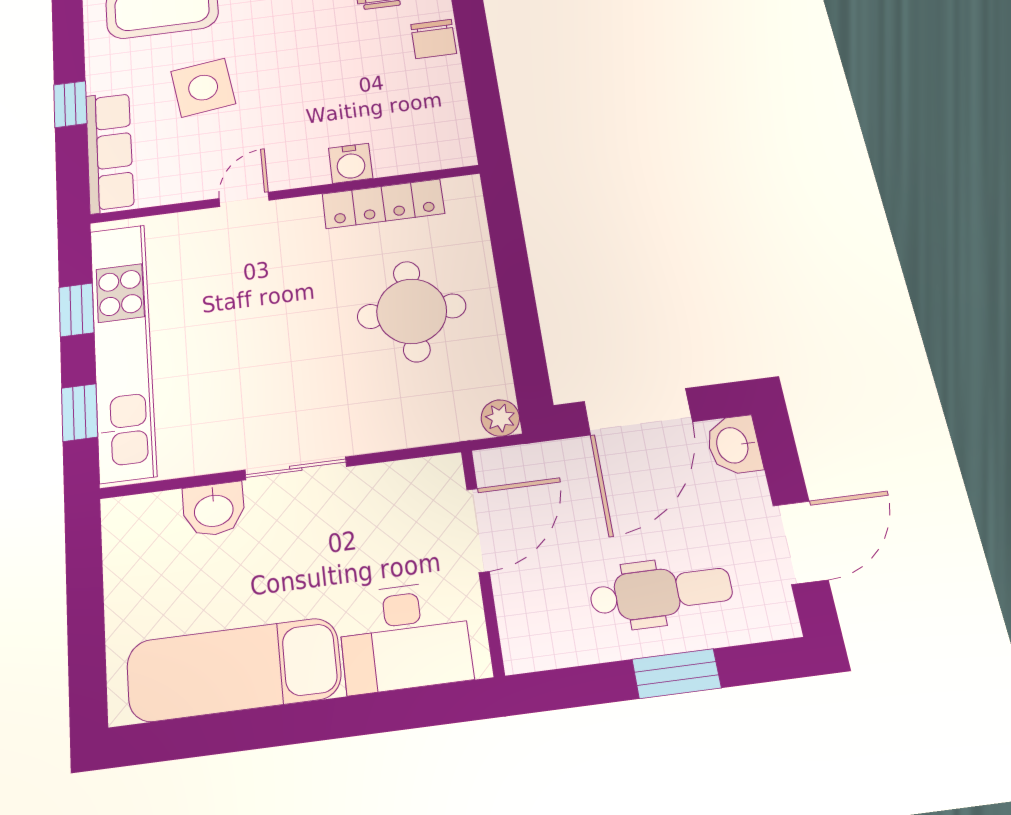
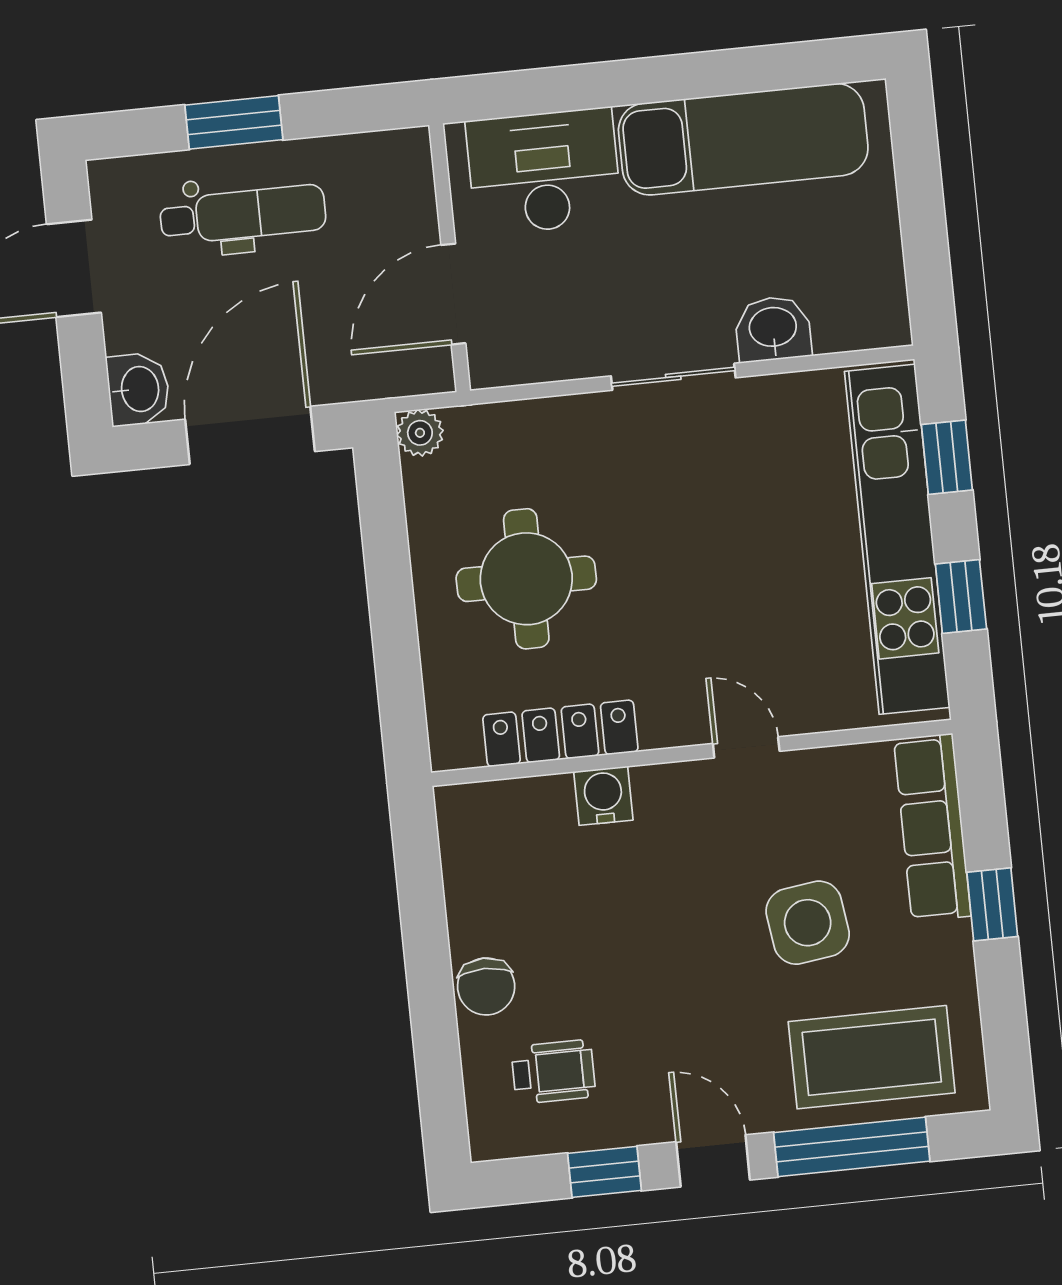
chair: (434, 39) -> (486, 986), turned 180
door: (244, 199) -> (746, 747), swing flipped
dental chair: (661, 592) -> (243, 214), turned 180

